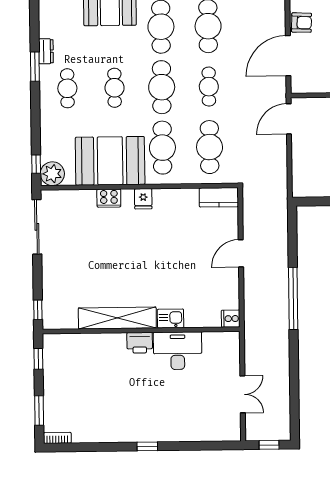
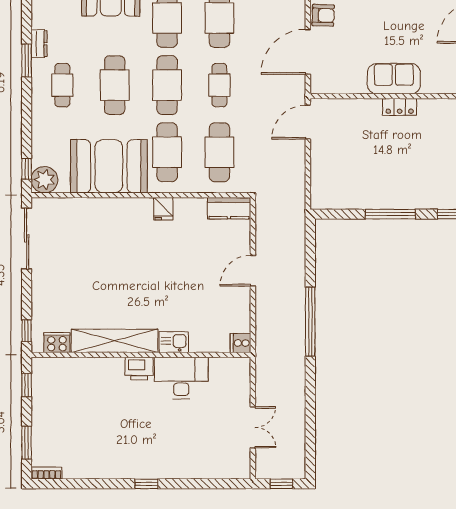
cafe table: (115, 88) -> (115, 85), width x1.37, depth x1.35
cooker: (109, 198) -> (57, 343), moved, turned 180
fridge: (143, 199) -> (163, 209), moved

